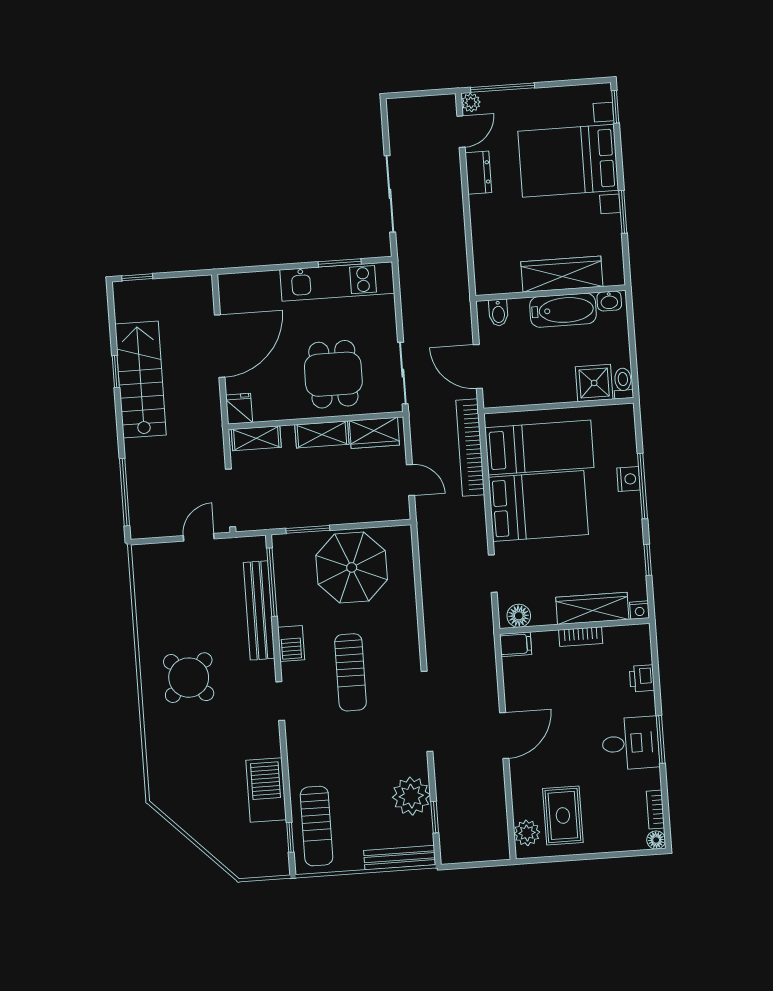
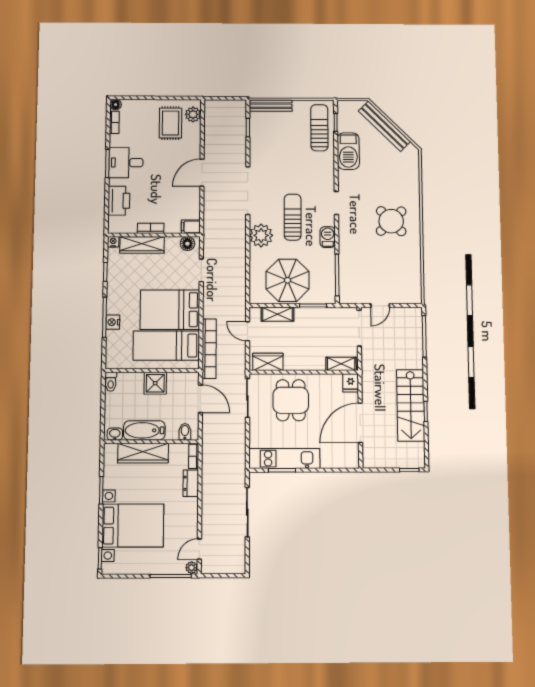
dresser: (478, 173) -> (191, 483), moved
bookcase: (481, 275) -> (194, 456), added
shower: (594, 383) -> (155, 383), moved
shelving: (322, 434) -> (277, 314), moved
bench: (259, 610) -> (384, 126), moved, turned -45
printer: (642, 678) -> (119, 201), width x1.87, depth x1.48
plant: (411, 796) -> (261, 235), moved

